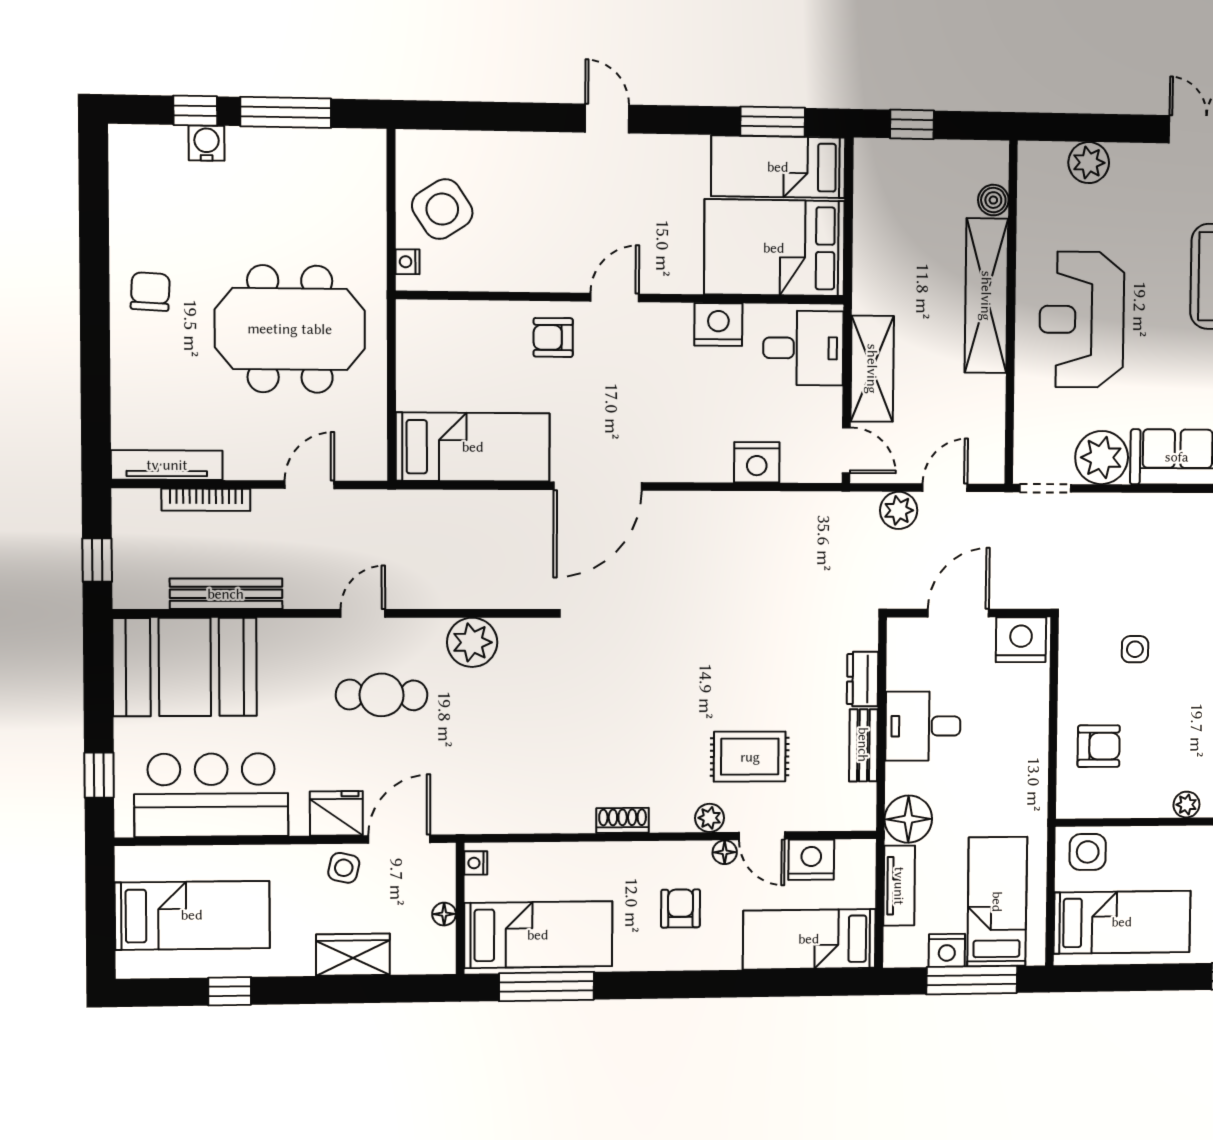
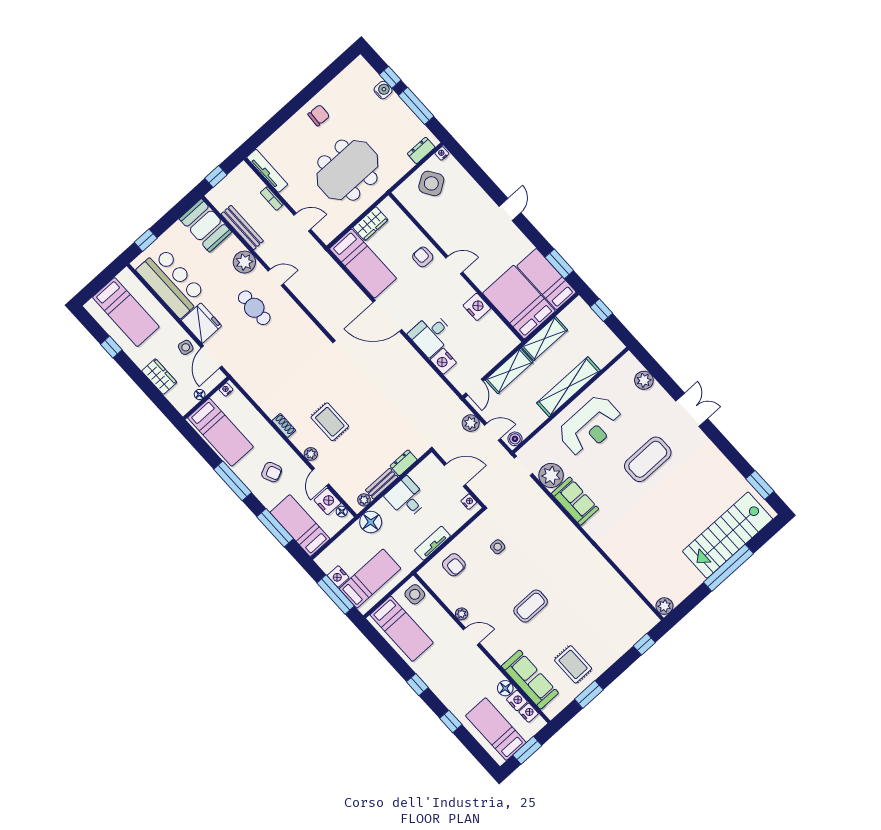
dresser: (370, 174) -> (421, 150), added
boiler: (993, 200) -> (515, 439), moved
shelving: (873, 261) -> (545, 339), added
nightstand: (407, 262) -> (442, 153), moved
reception desk: (1082, 320) -> (590, 426), turned 180
meeting table: (290, 329) -> (347, 170), turned 90
desk: (803, 348) -> (431, 334), moved, turned 90
wardrobe: (417, 374) -> (370, 224), added
bookcase: (206, 500) -> (272, 199), width x0.64
nightstand: (1021, 640) -> (469, 502), width x0.53, depth x0.56
plant: (472, 642) -> (244, 262), moved
booth: (185, 667) -> (205, 225), width x0.73, depth x0.70
rug: (750, 757) -> (330, 422), moved
plant: (863, 798) -> (364, 500), added
fridge: (336, 813) -> (201, 323), width x1.36, depth x1.34
door: (399, 839) -> (212, 357), swing flipped
floor lamp: (725, 852) -> (342, 511), moved
tv unit: (899, 886) -> (433, 543), moved, turned 180
armchair: (681, 908) -> (272, 472), turned 66
window: (776, 983) -> (275, 528), added
window: (546, 986) -> (233, 481), moved

